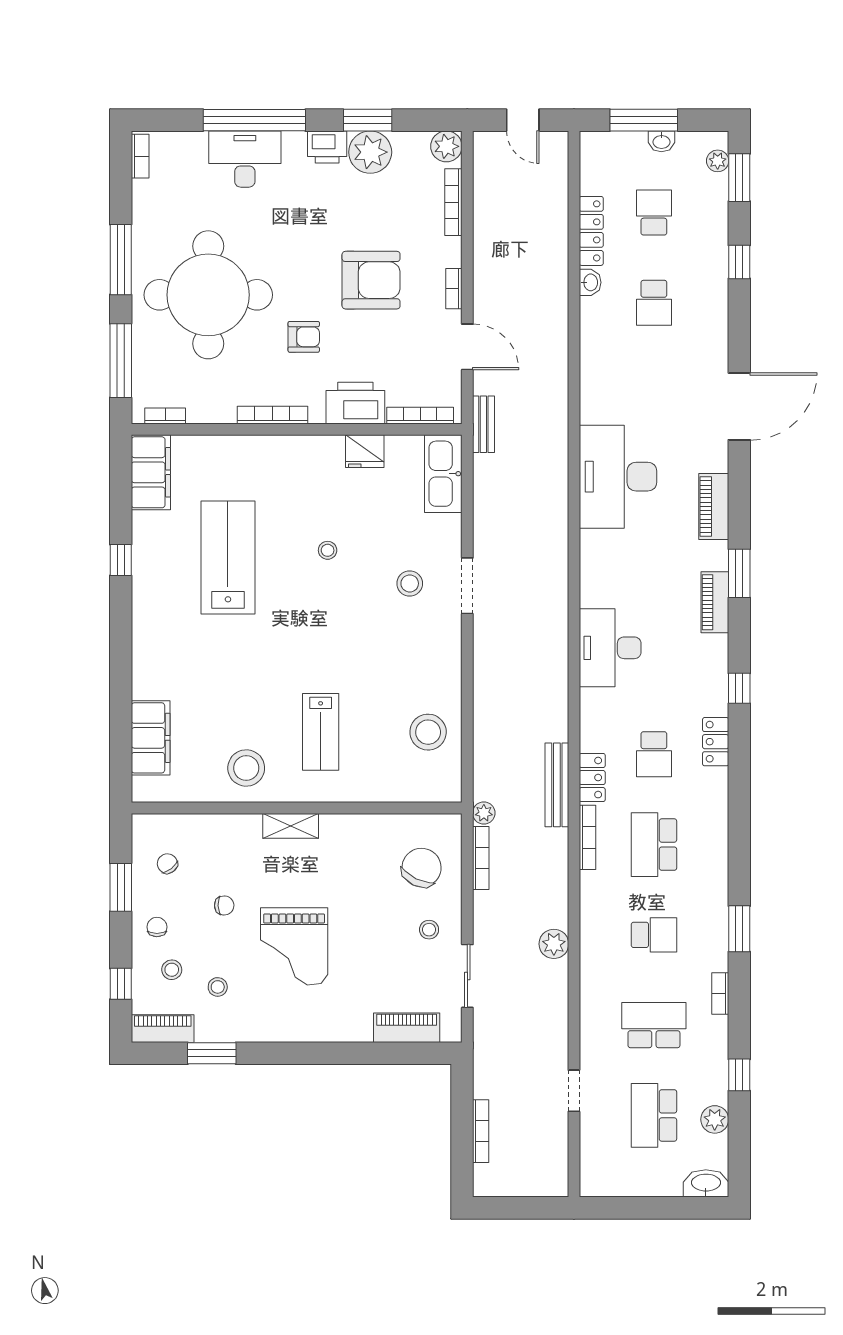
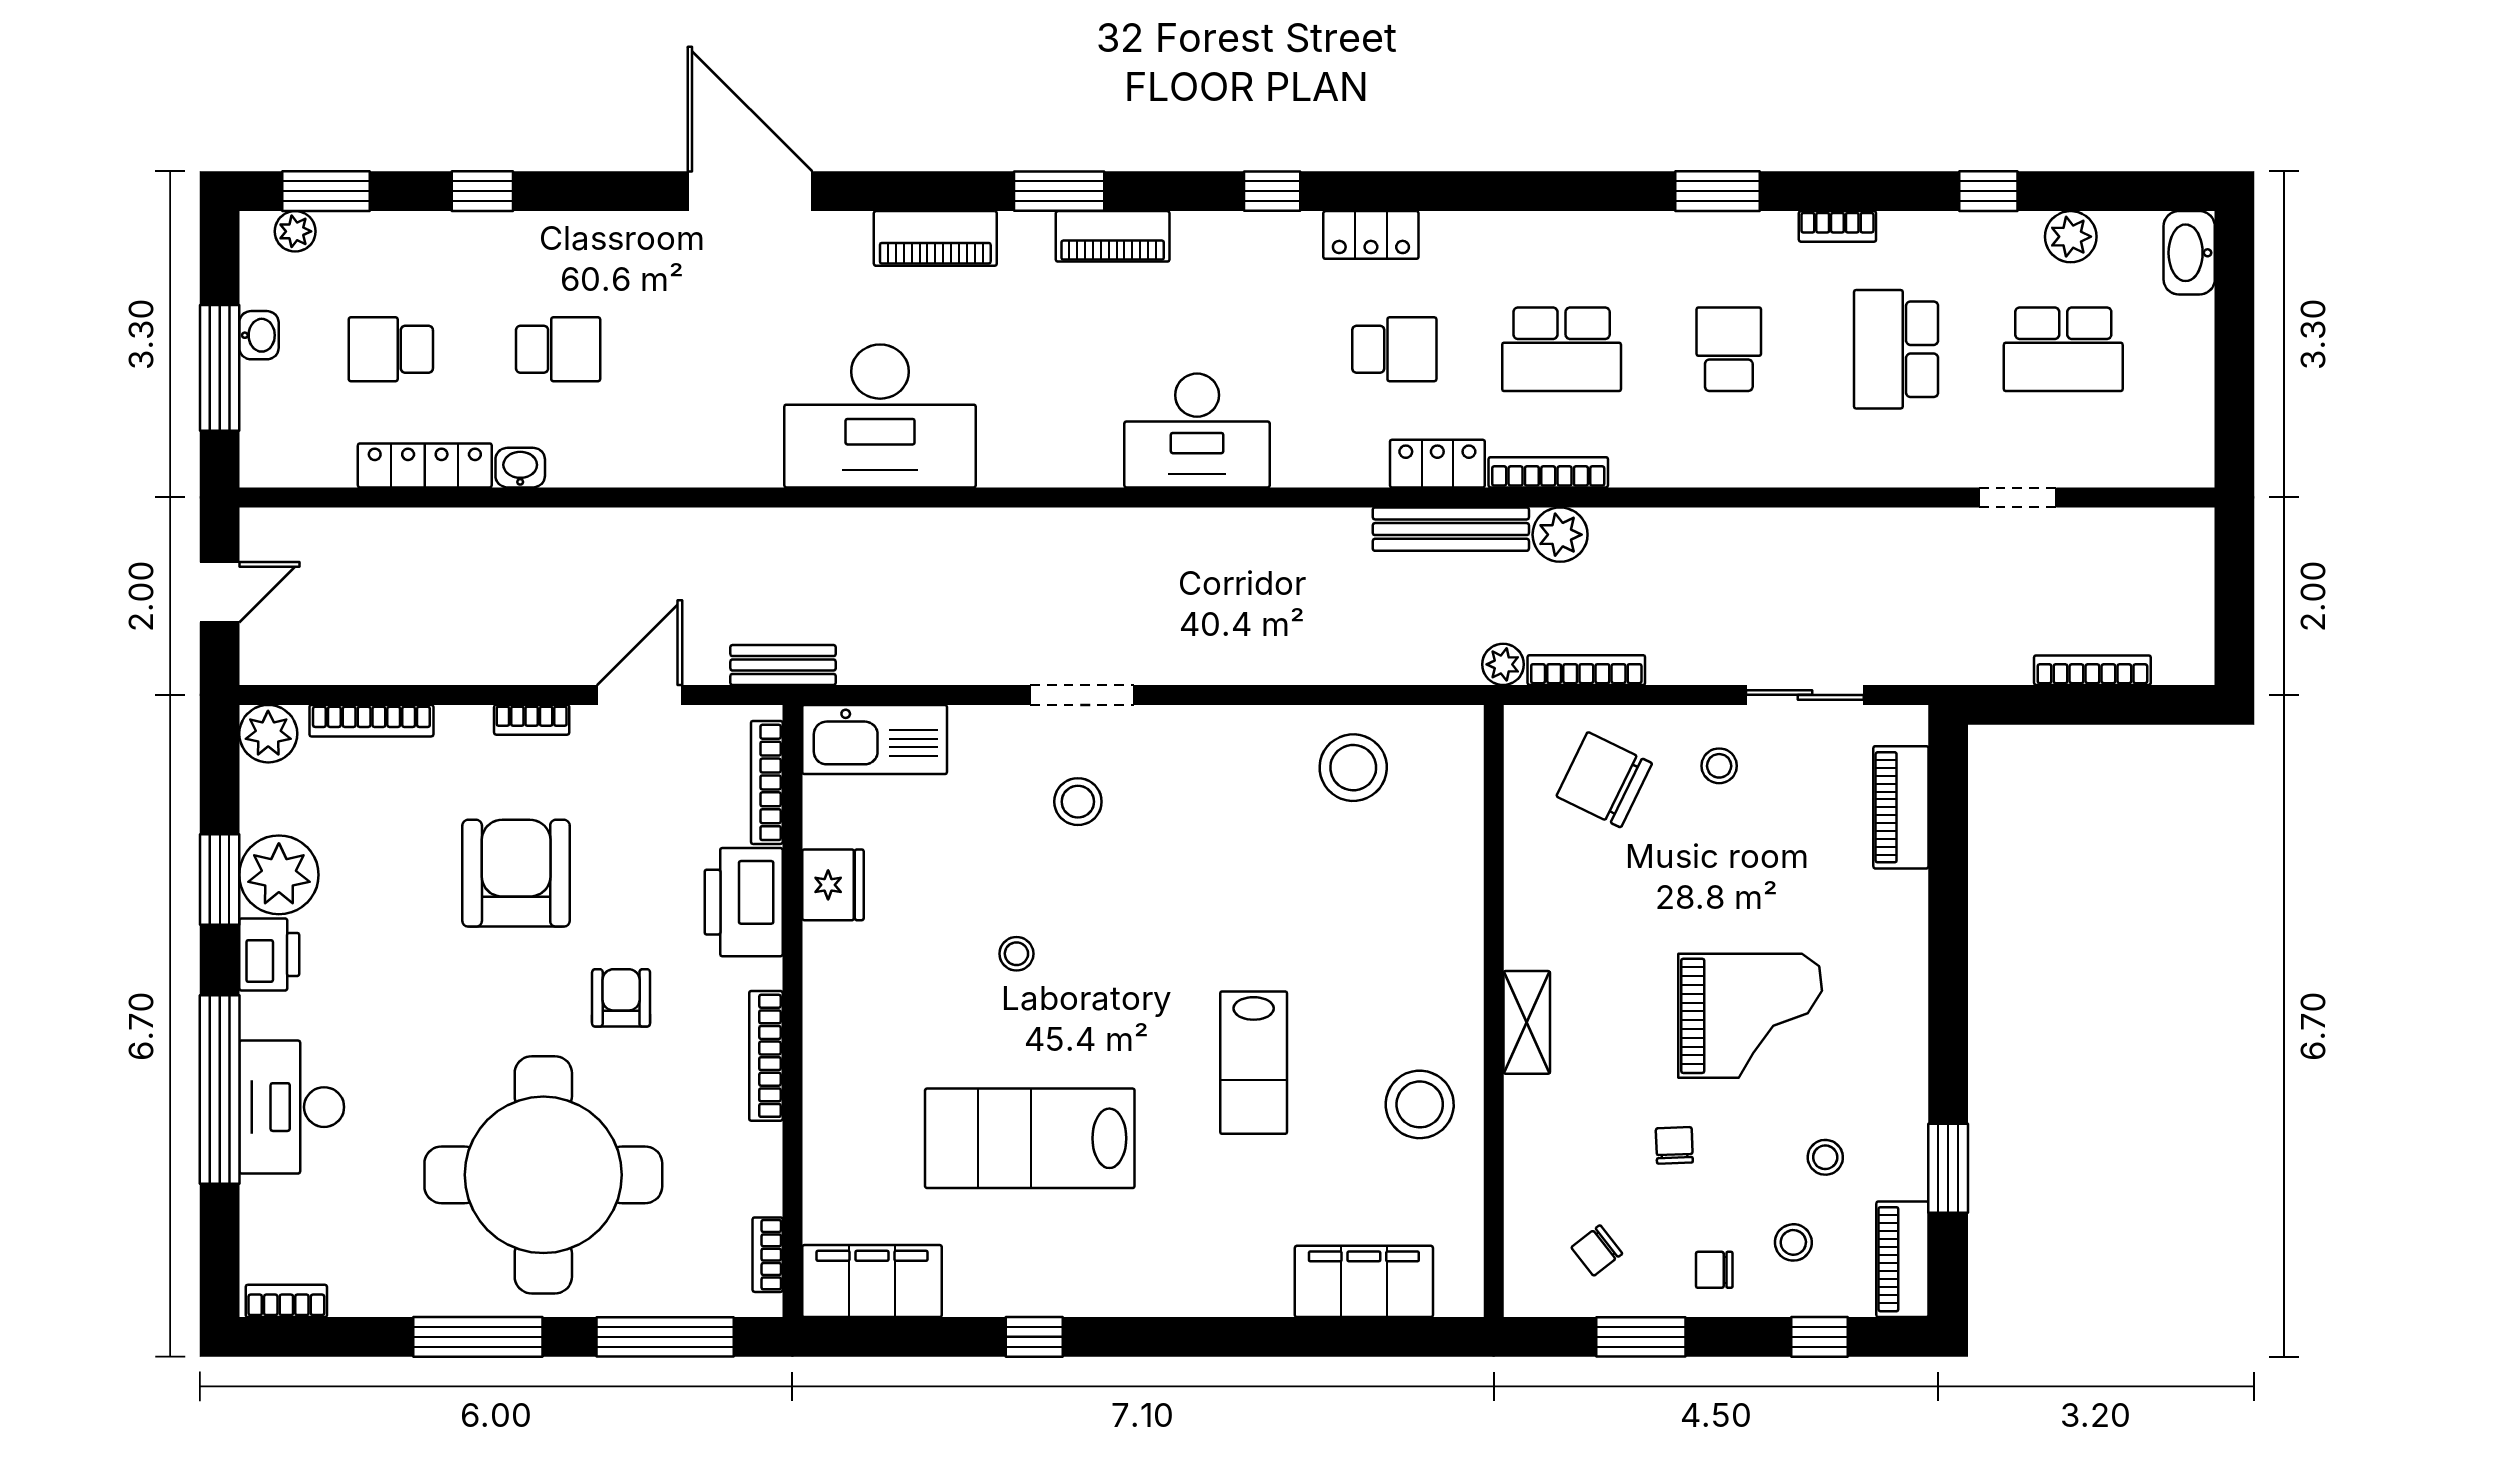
lab bench: (321, 732) -> (1254, 1063), moved, turned 90
plant: (554, 944) -> (1560, 535), moved

